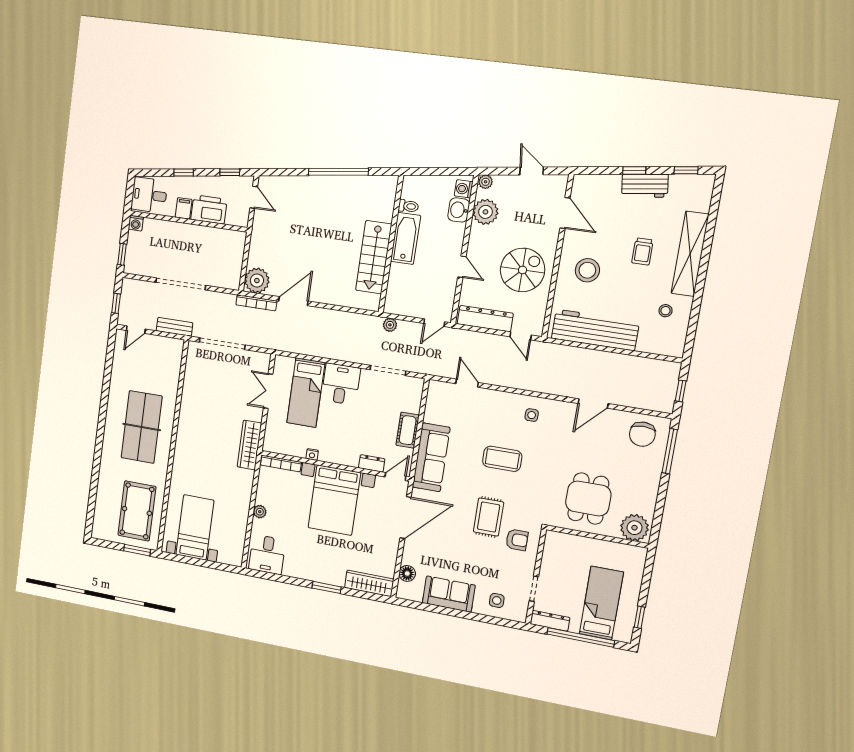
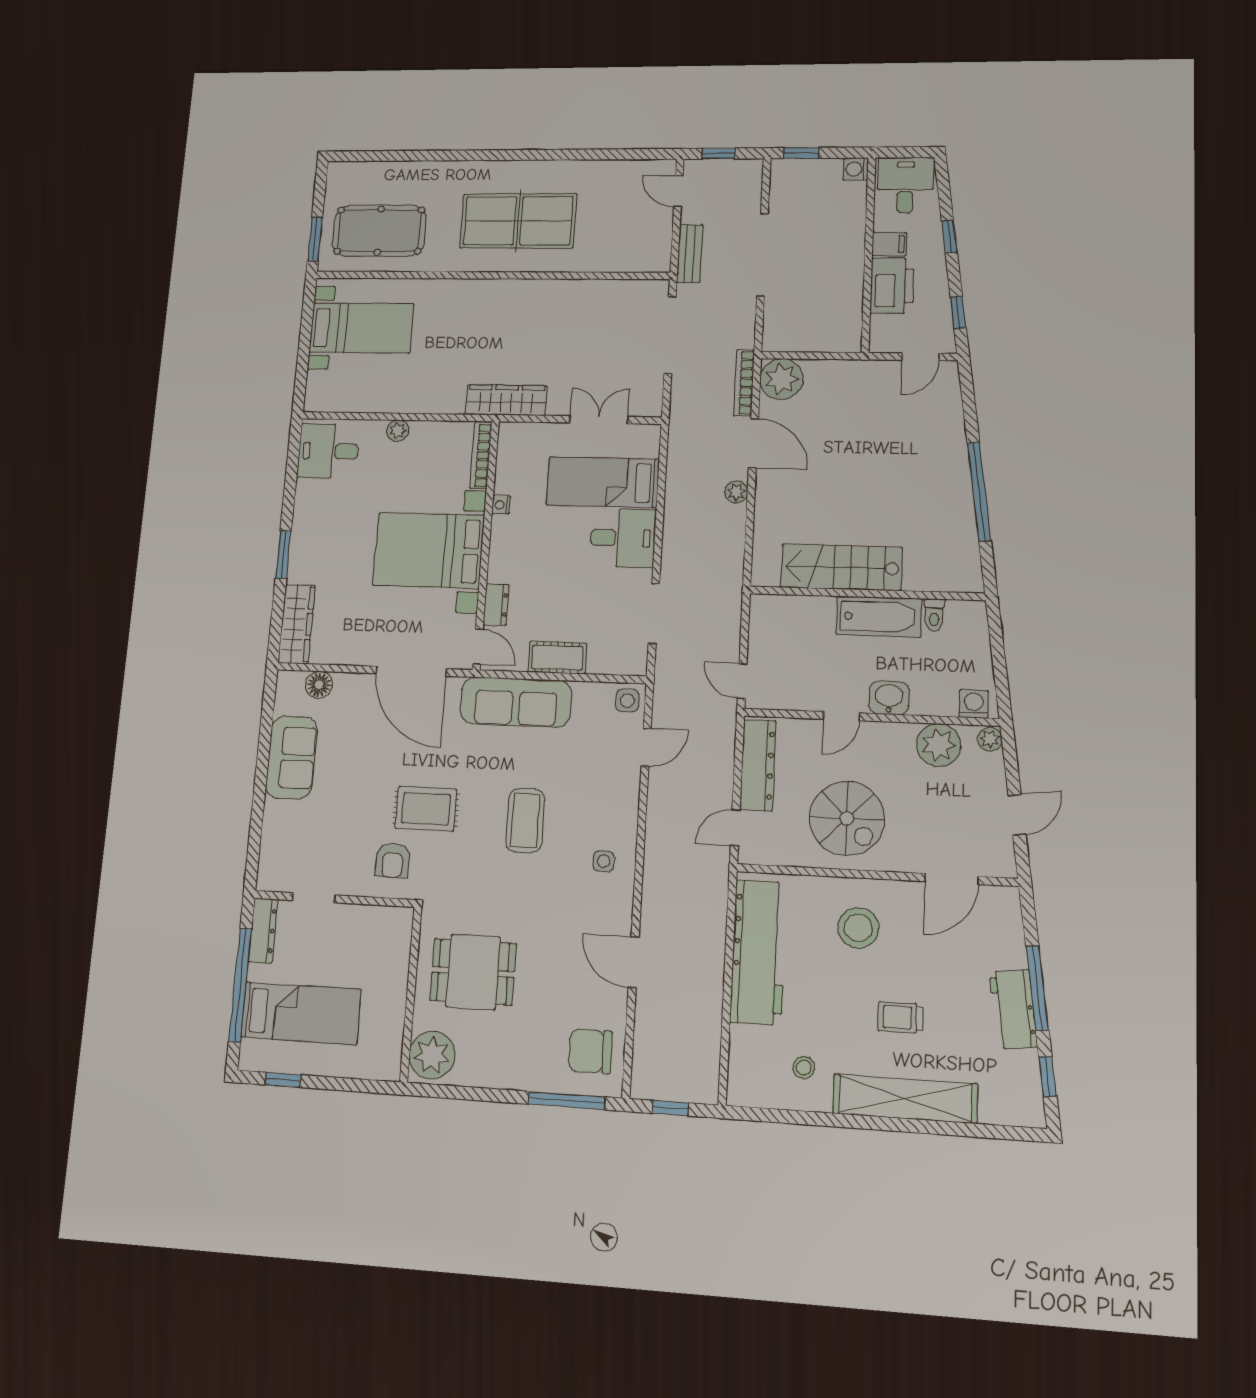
window: (634, 171) -> (1037, 988), width x2.17
washbasin: (459, 210) -> (889, 698), moved
plant: (390, 325) -> (736, 492), moved
side table: (497, 600) -> (627, 701), moved

